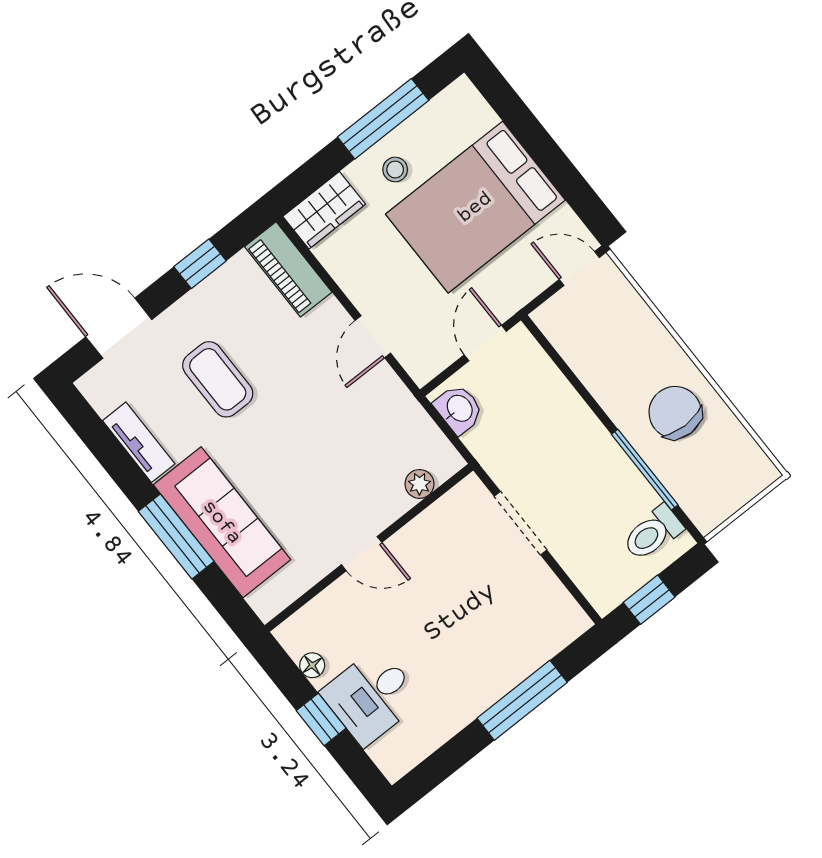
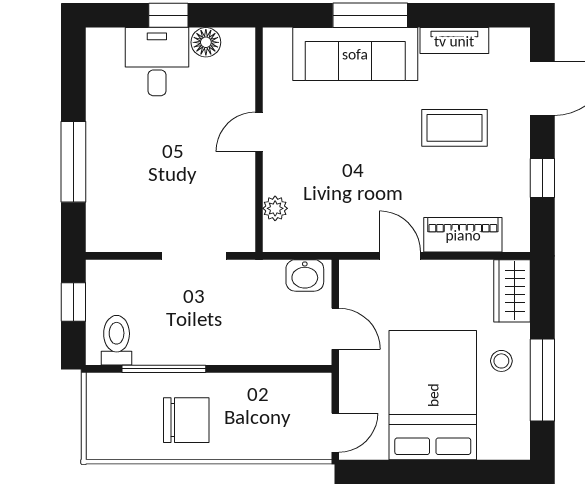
piano: (288, 269) -> (463, 235), moved
floor lamp: (312, 665) -> (206, 42), width x1.37, depth x1.37

